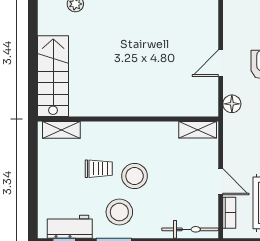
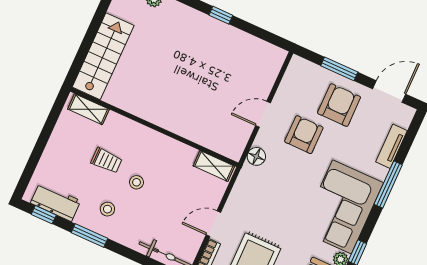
stool: (135, 176) -> (136, 182), width x0.53, depth x0.53
door: (221, 182) -> (213, 224), swing flipped
stool: (119, 212) -> (107, 209), width x0.53, depth x0.53

